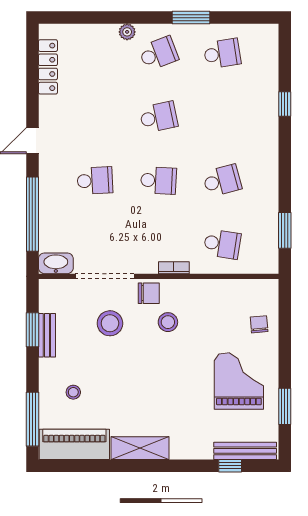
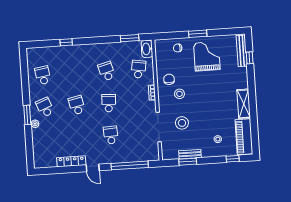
window: (191, 18) -> (27, 115), moved
locker: (48, 67) -> (71, 161), moved
washbasin: (56, 263) -> (147, 49), moved
chair: (149, 293) -> (169, 79), moved
grand piano: (239, 381) -> (207, 56), turned 90
window: (285, 406) -> (198, 34), moved
window: (32, 419) -> (233, 159), width x0.46

